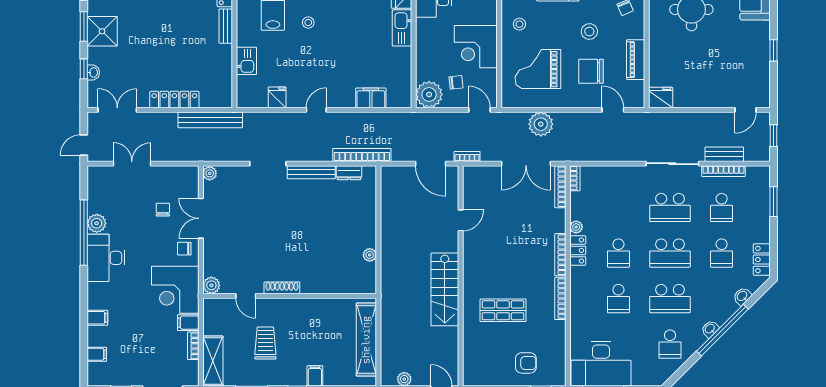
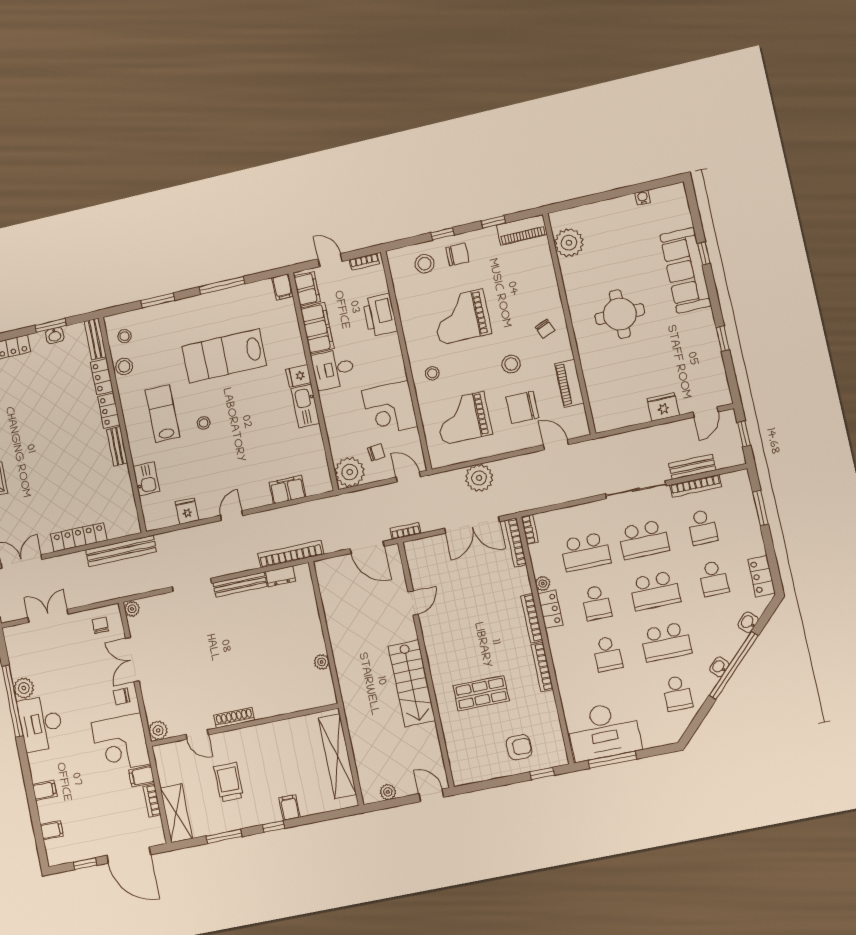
fridge: (661, 98) -> (663, 407), moved
school desk: (618, 207) -> (586, 552), added
chair: (163, 210) -> (100, 625), moved

